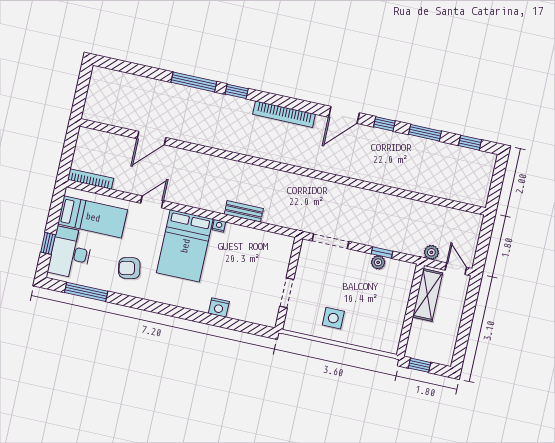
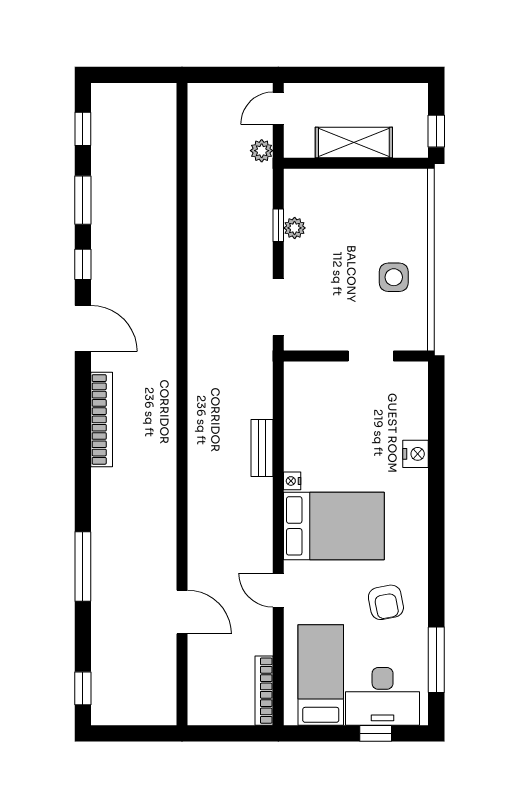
window: (237, 91) -> (83, 688), moved
shelving: (427, 295) -> (354, 143), moved

